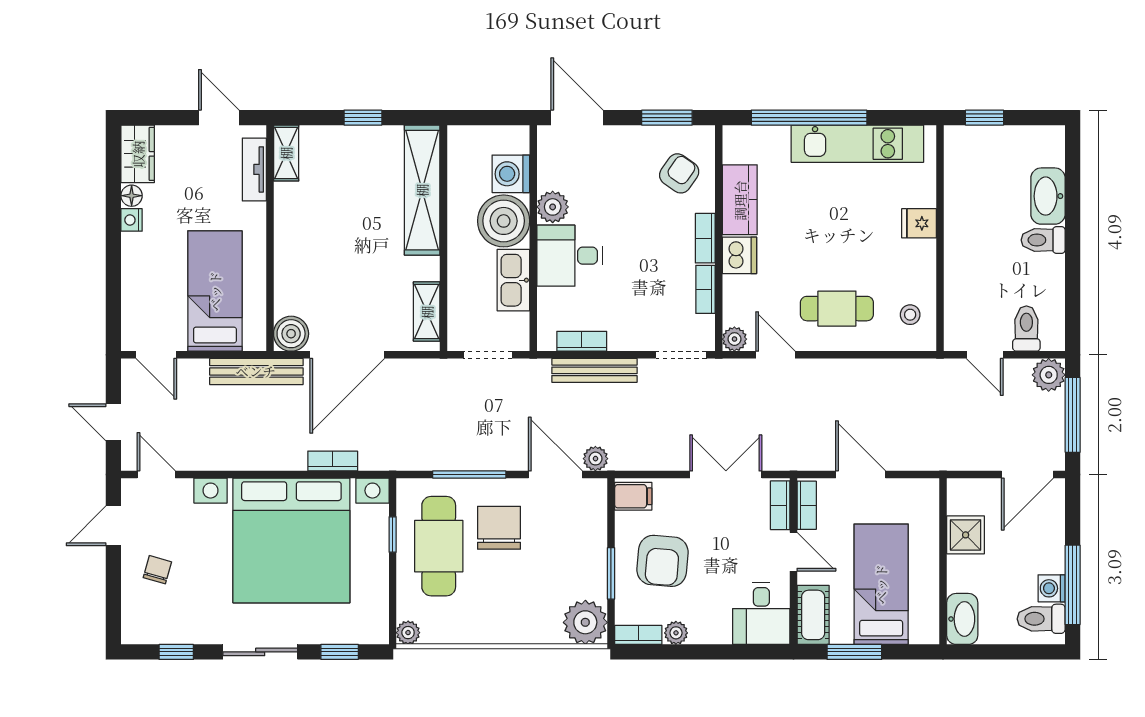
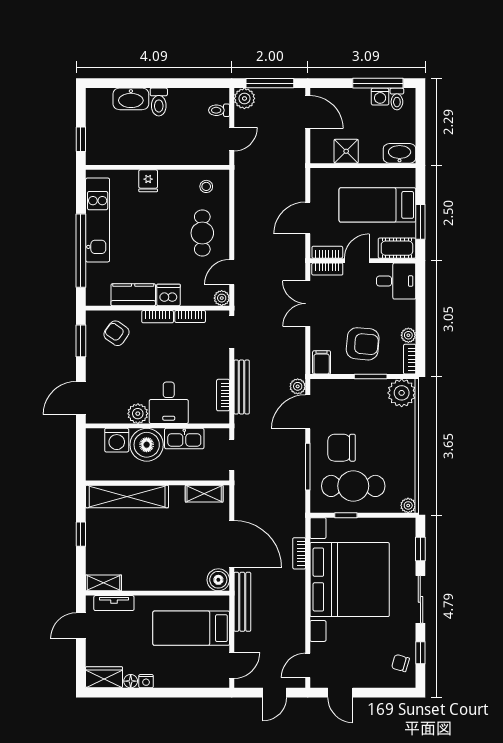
toilet: (1026, 329) -> (219, 110), width x0.73, depth x0.72
chair: (157, 570) -> (400, 663), moved
toilet: (1041, 619) -> (397, 99), width x0.73, depth x0.72

